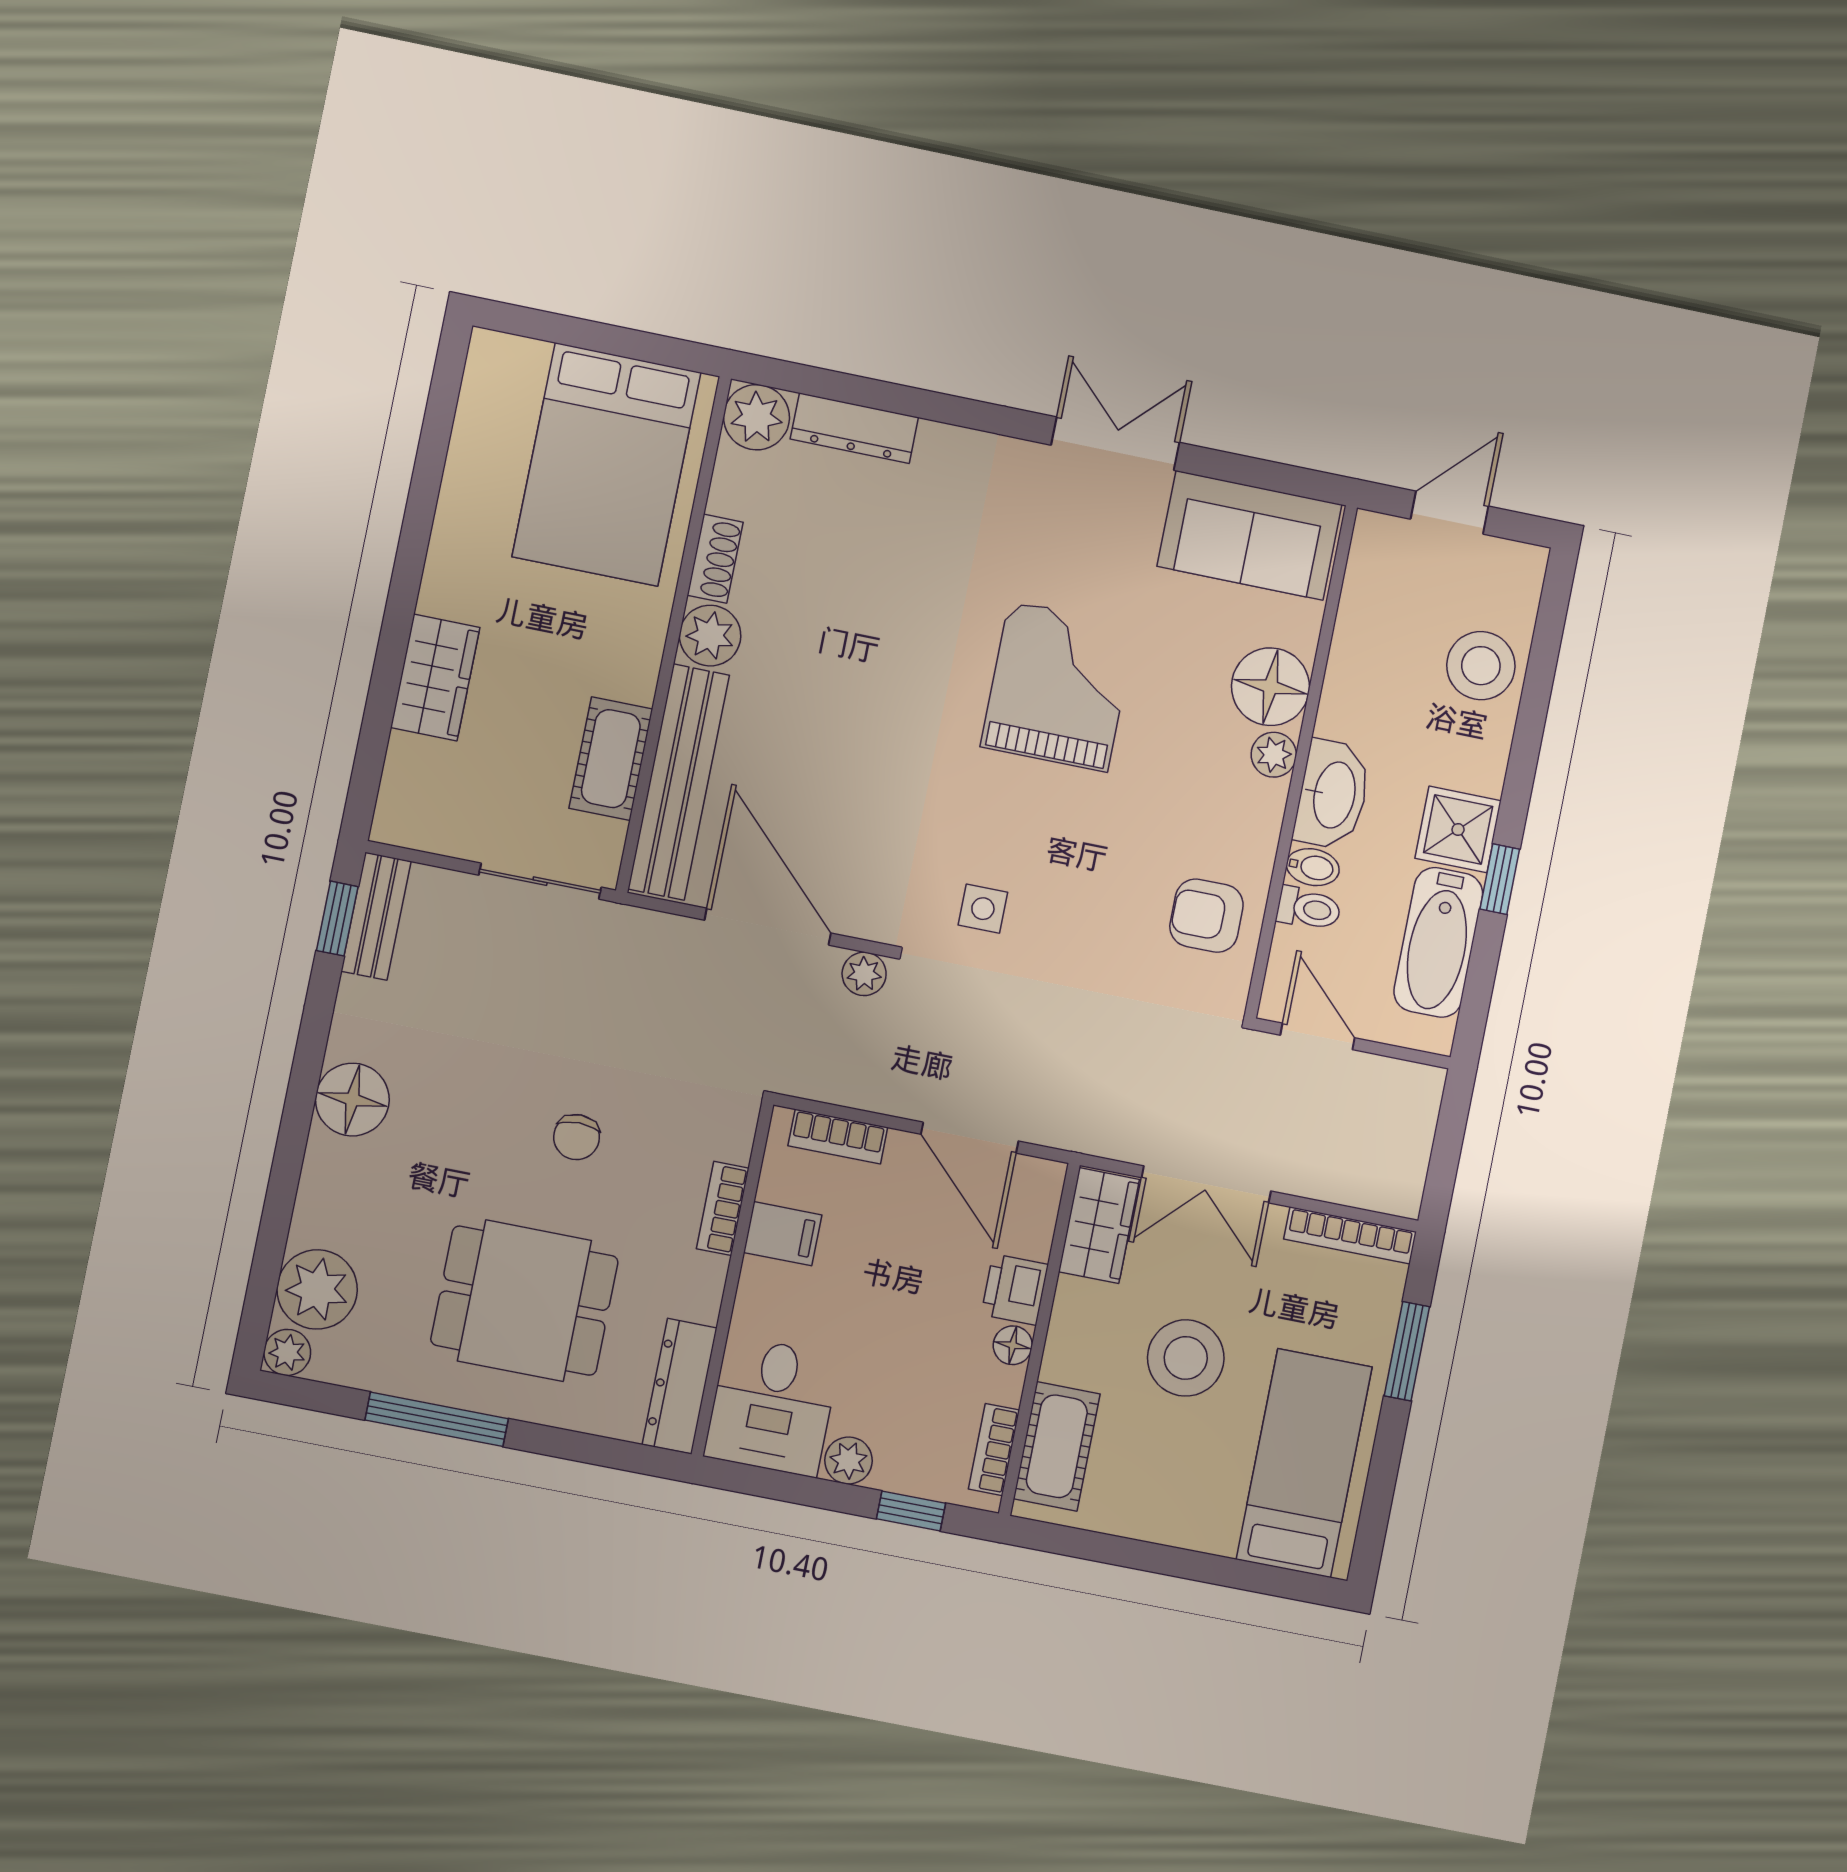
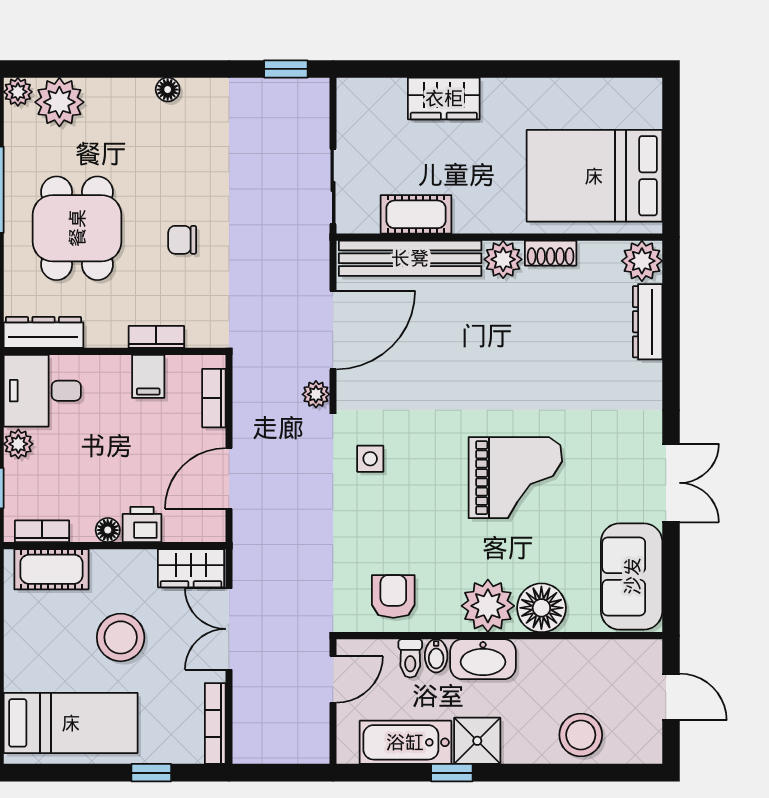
plant: (1274, 755) -> (488, 606), width x1.87, depth x1.87
bench: (376, 916) -> (292, 92), removed
floor lamp: (352, 1100) -> (168, 90), width x0.53, depth x0.53
window: (1407, 1351) -> (151, 773), width x0.67

